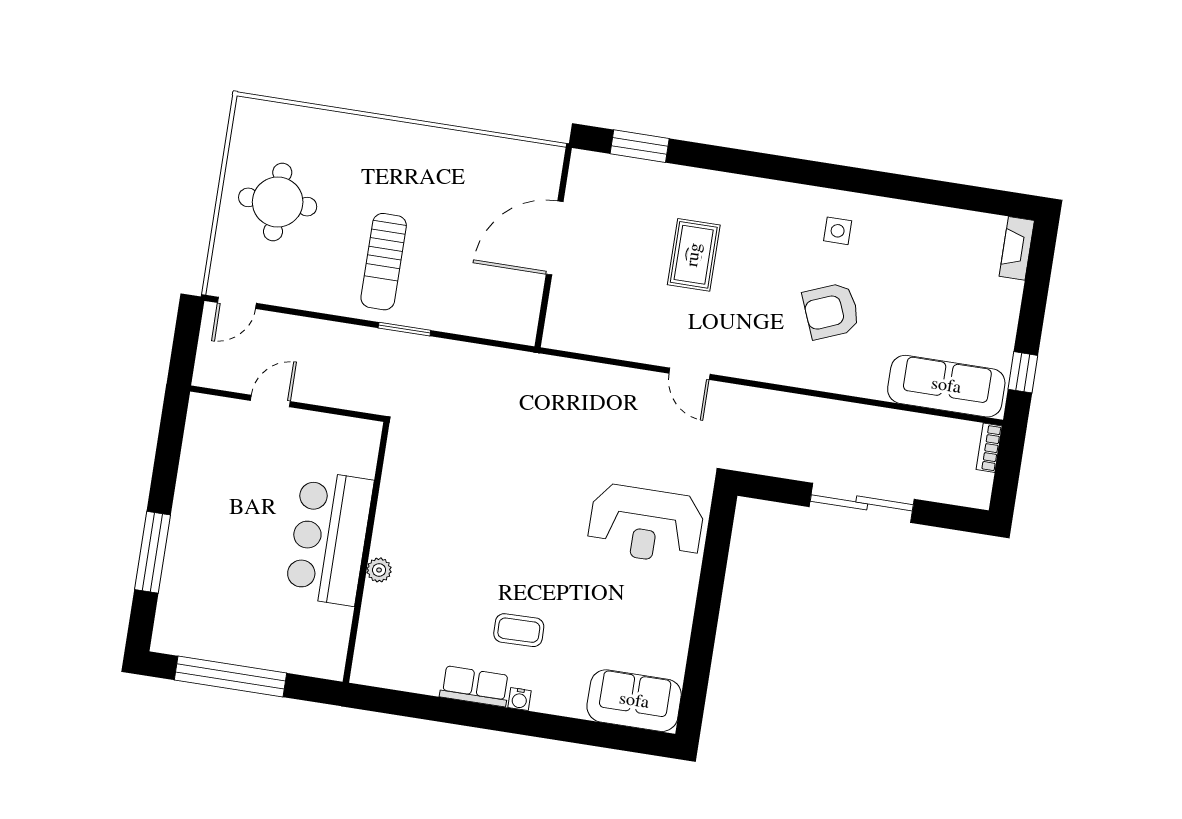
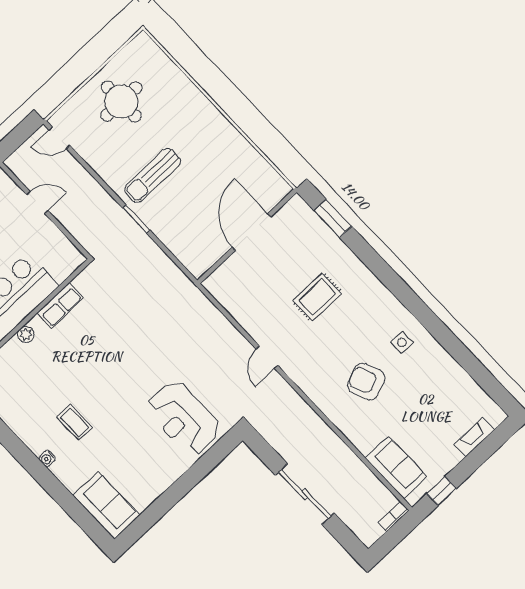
door: (555, 238) -> (251, 232), hinge flipped
fireplace: (1017, 248) -> (474, 437), moved
sofa: (946, 386) -> (396, 467), width x0.73
row of seats: (475, 686) -> (60, 305), moved, turned 90

